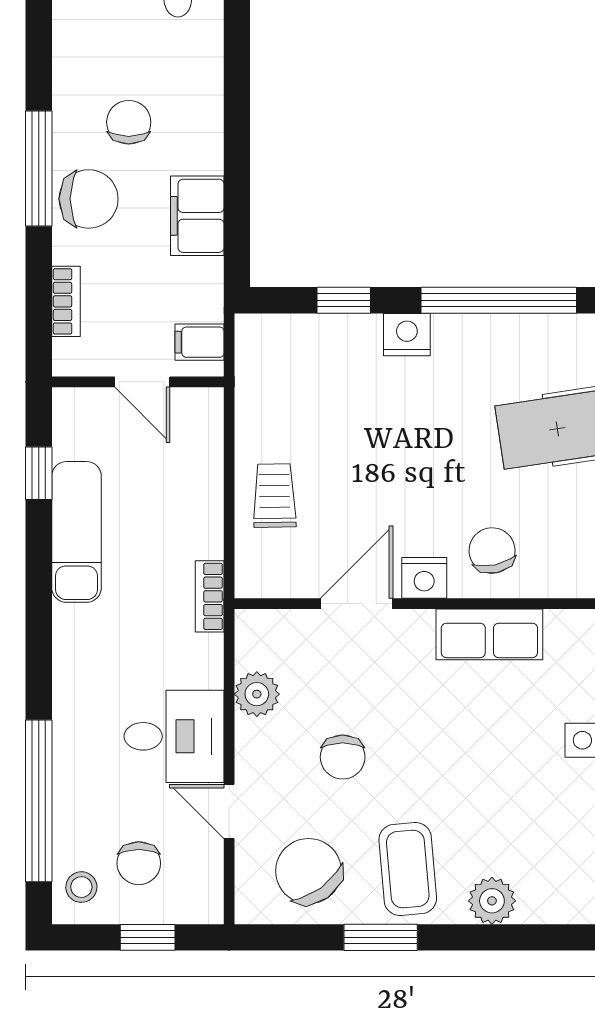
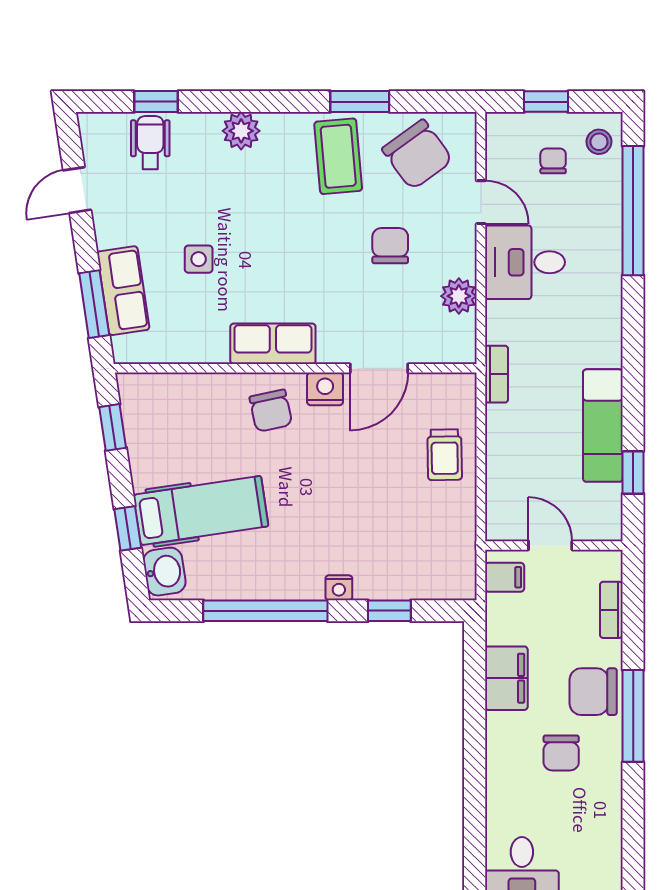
nightstand: (407, 335) -> (339, 588), width x0.72, depth x0.74
chair: (139, 863) -> (553, 161), width x0.73, depth x0.73
plant: (492, 901) -> (241, 131), moved

